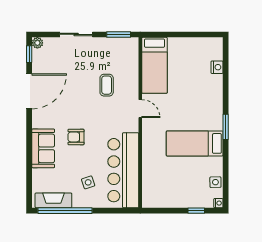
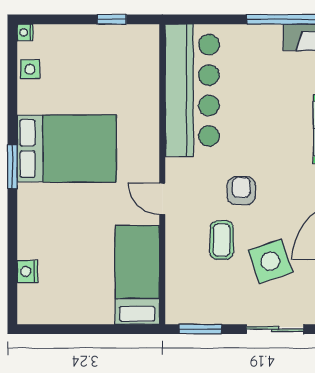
armchair: (76, 137) -> (241, 191), moved, turned -90
bed: (195, 143) -> (67, 149), width x1.50
side table: (88, 182) -> (270, 261), moved, width x1.87, depth x1.87
window: (196, 211) -> (112, 19), moved

